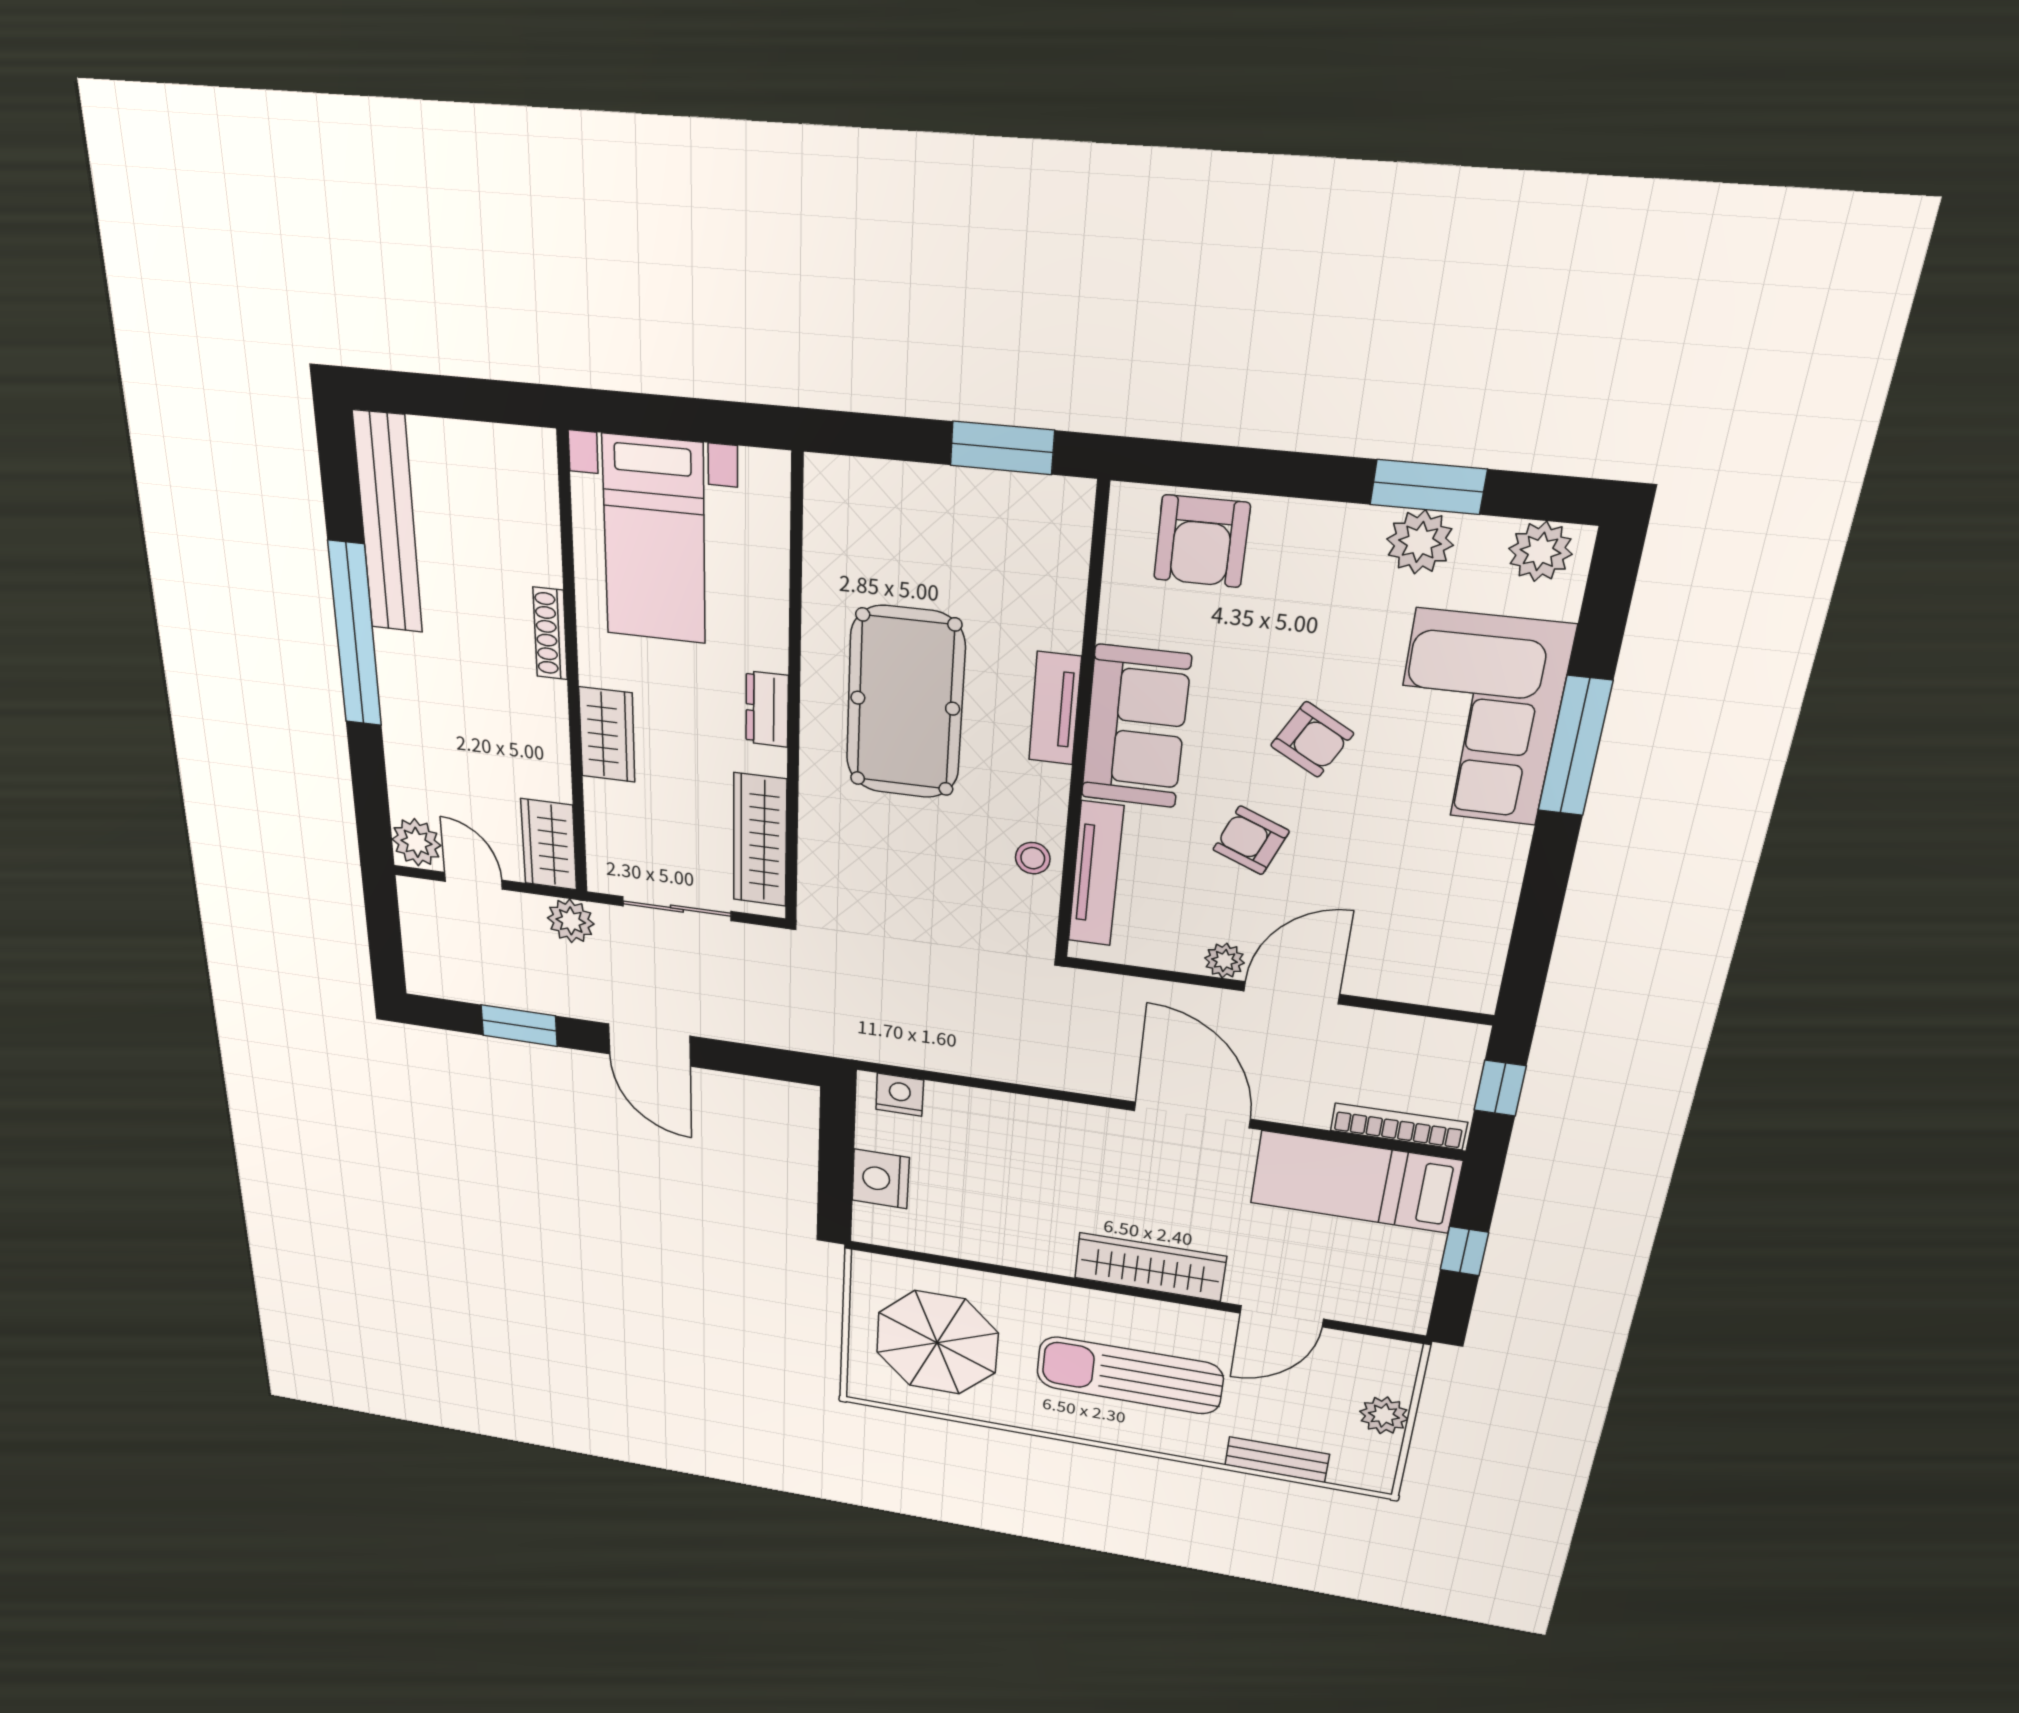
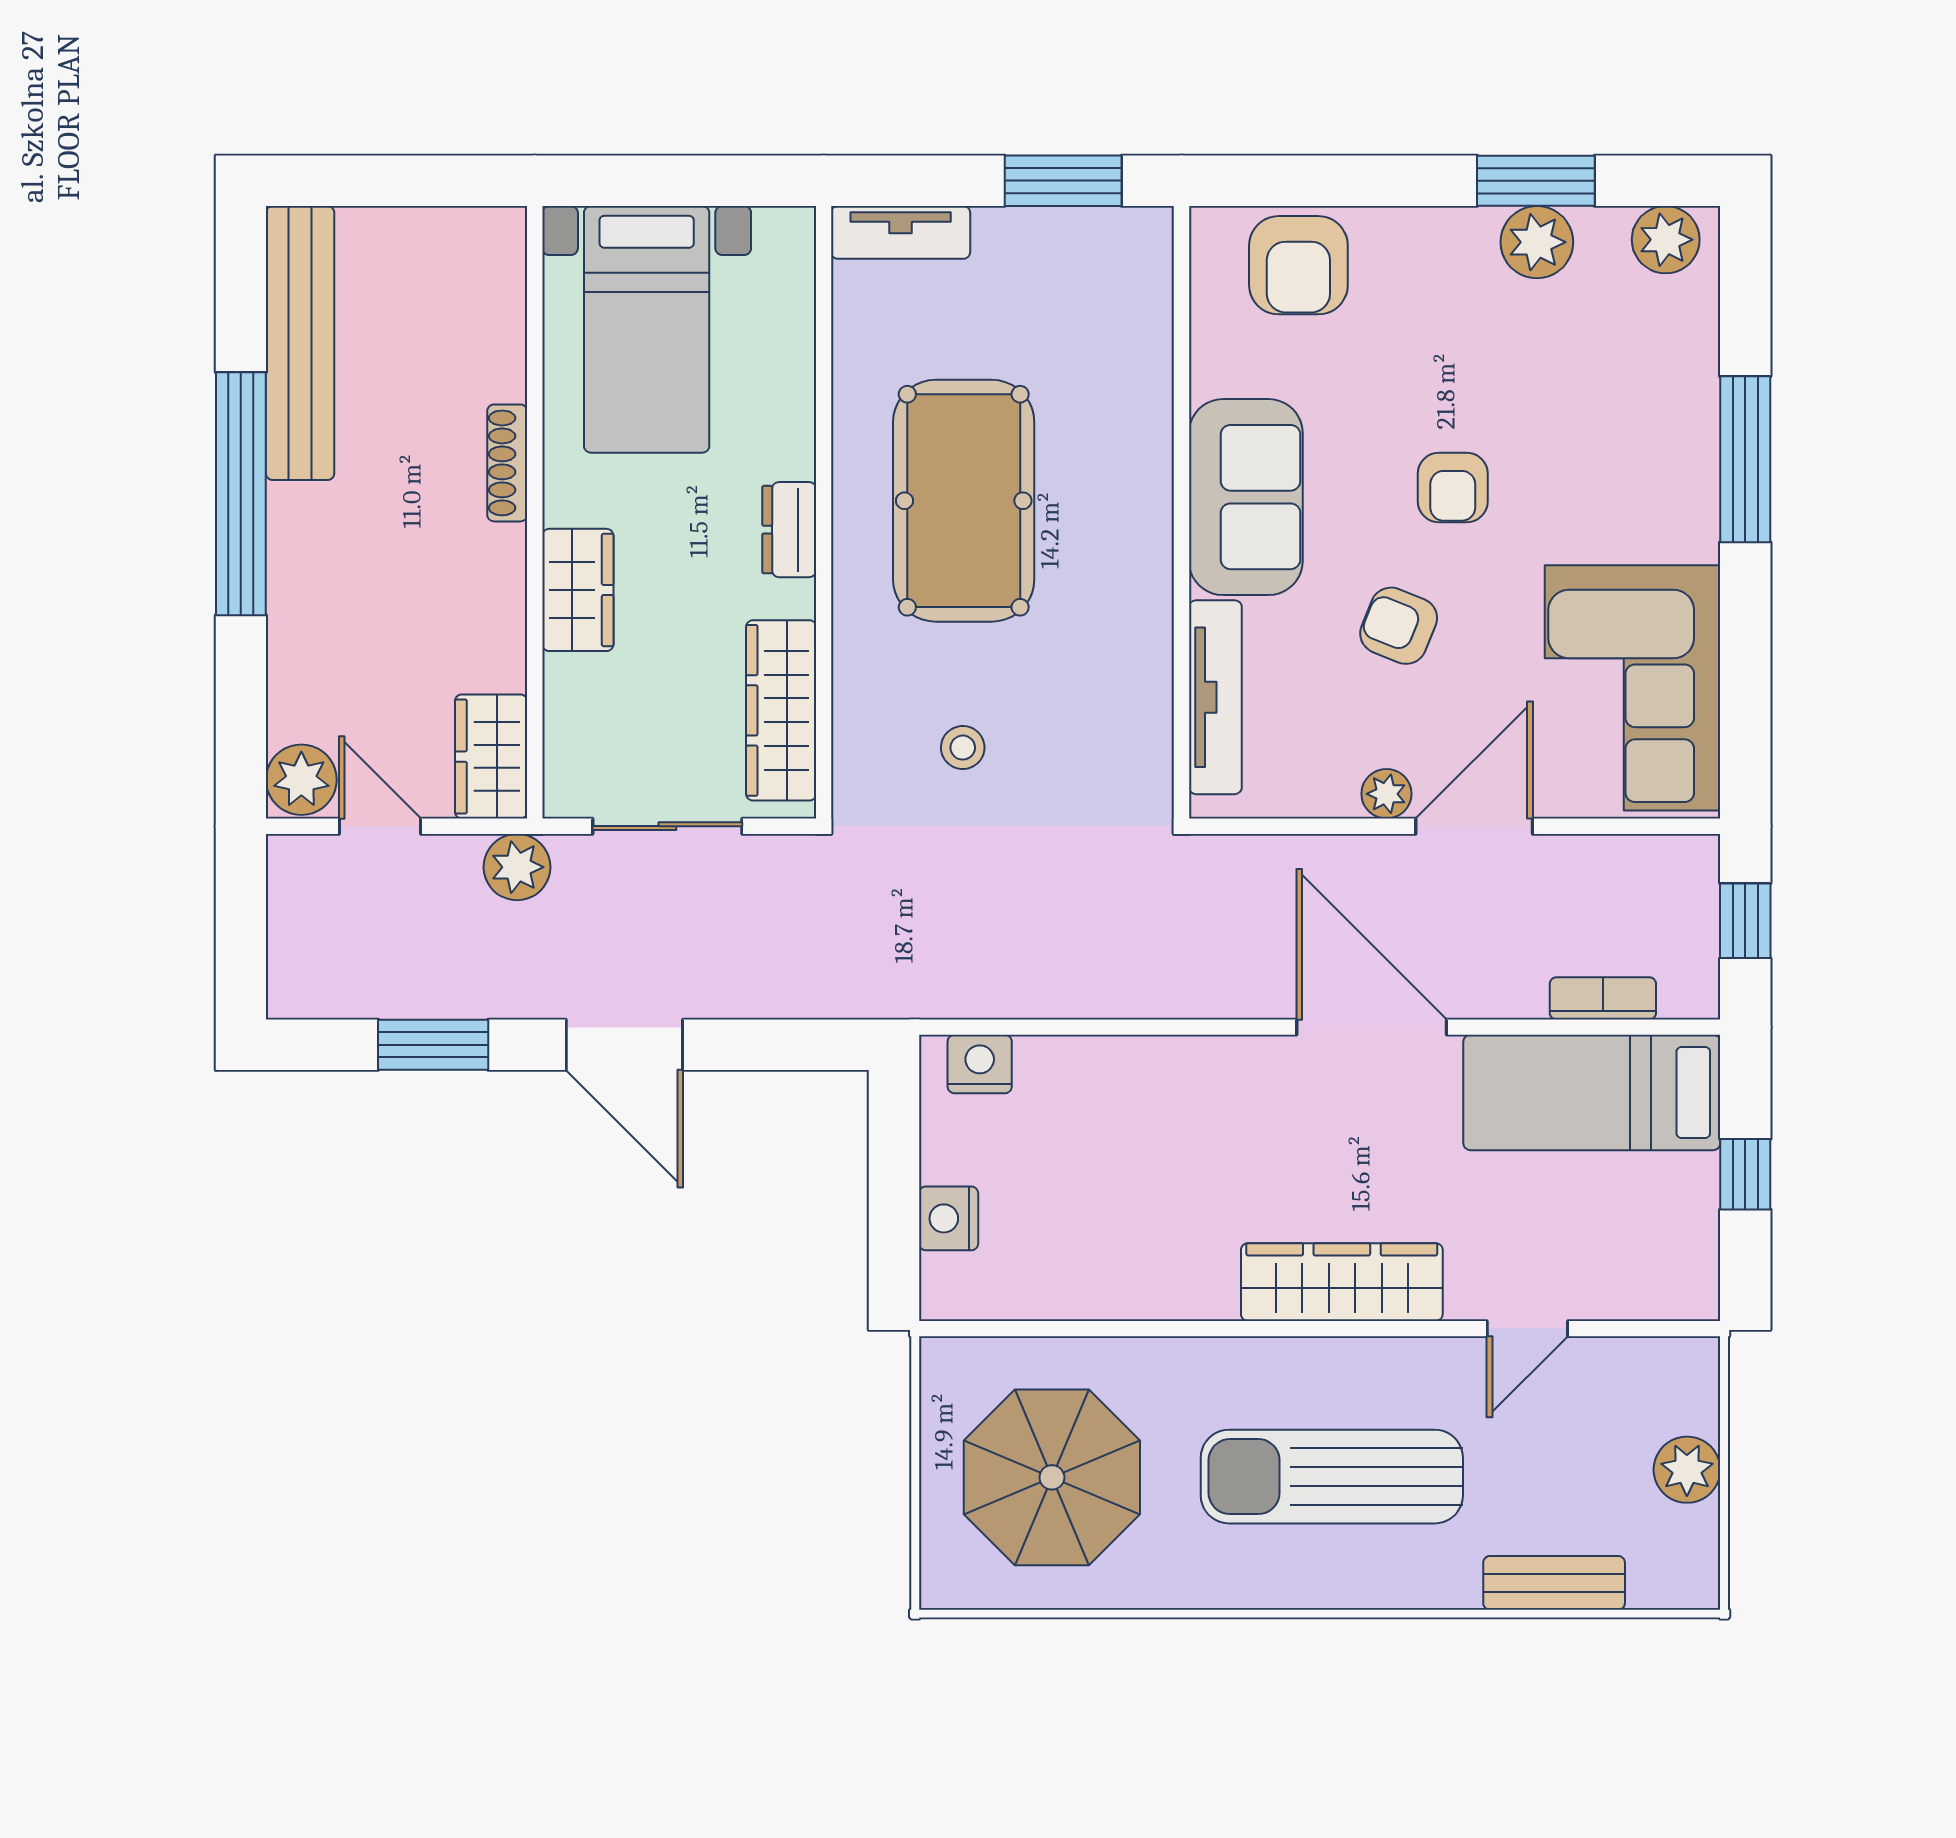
tv unit: (1055, 708) -> (901, 232), moved, turned -90
corner sofa: (1477, 718) -> (1633, 688), moved
armchair: (1312, 739) -> (1453, 487), turned 61
stool: (1033, 858) -> (963, 748), moved
bookcase: (1399, 1126) -> (1603, 998), width x0.64
nightstand: (881, 1179) -> (949, 1218), width x0.74, depth x0.75
door: (1282, 1316) -> (1527, 1329), width x0.73

